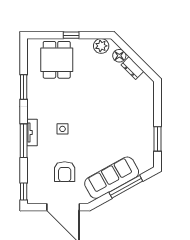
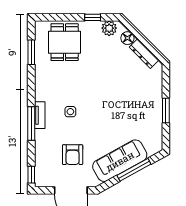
window: (71, 35) -> (93, 17), moved
dresser: (132, 68) -> (144, 54), width x1.44
window: (24, 87) -> (31, 52), moved
window: (157, 139) -> (166, 110), moved

